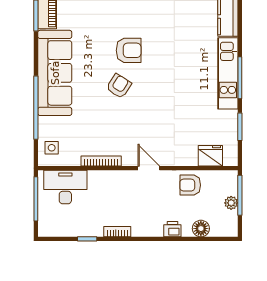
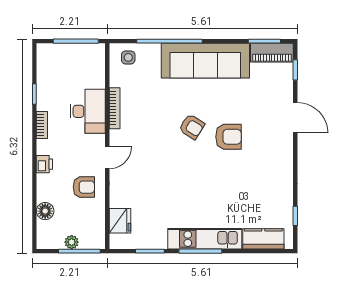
armchair: (129, 50) -> (229, 137), turned -90
armchair: (190, 185) -> (84, 187), moved, turned 90
desk: (65, 187) -> (88, 111), moved
printer: (172, 229) -> (44, 164), moved

